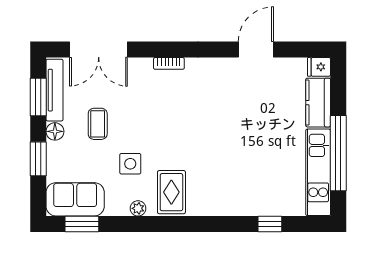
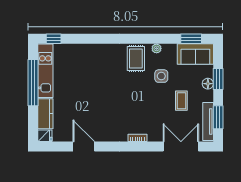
door: (256, 49) -> (84, 147), swing flipped
floor lamp: (55, 131) -> (208, 84), moved
window: (270, 224) -> (54, 39), moved

